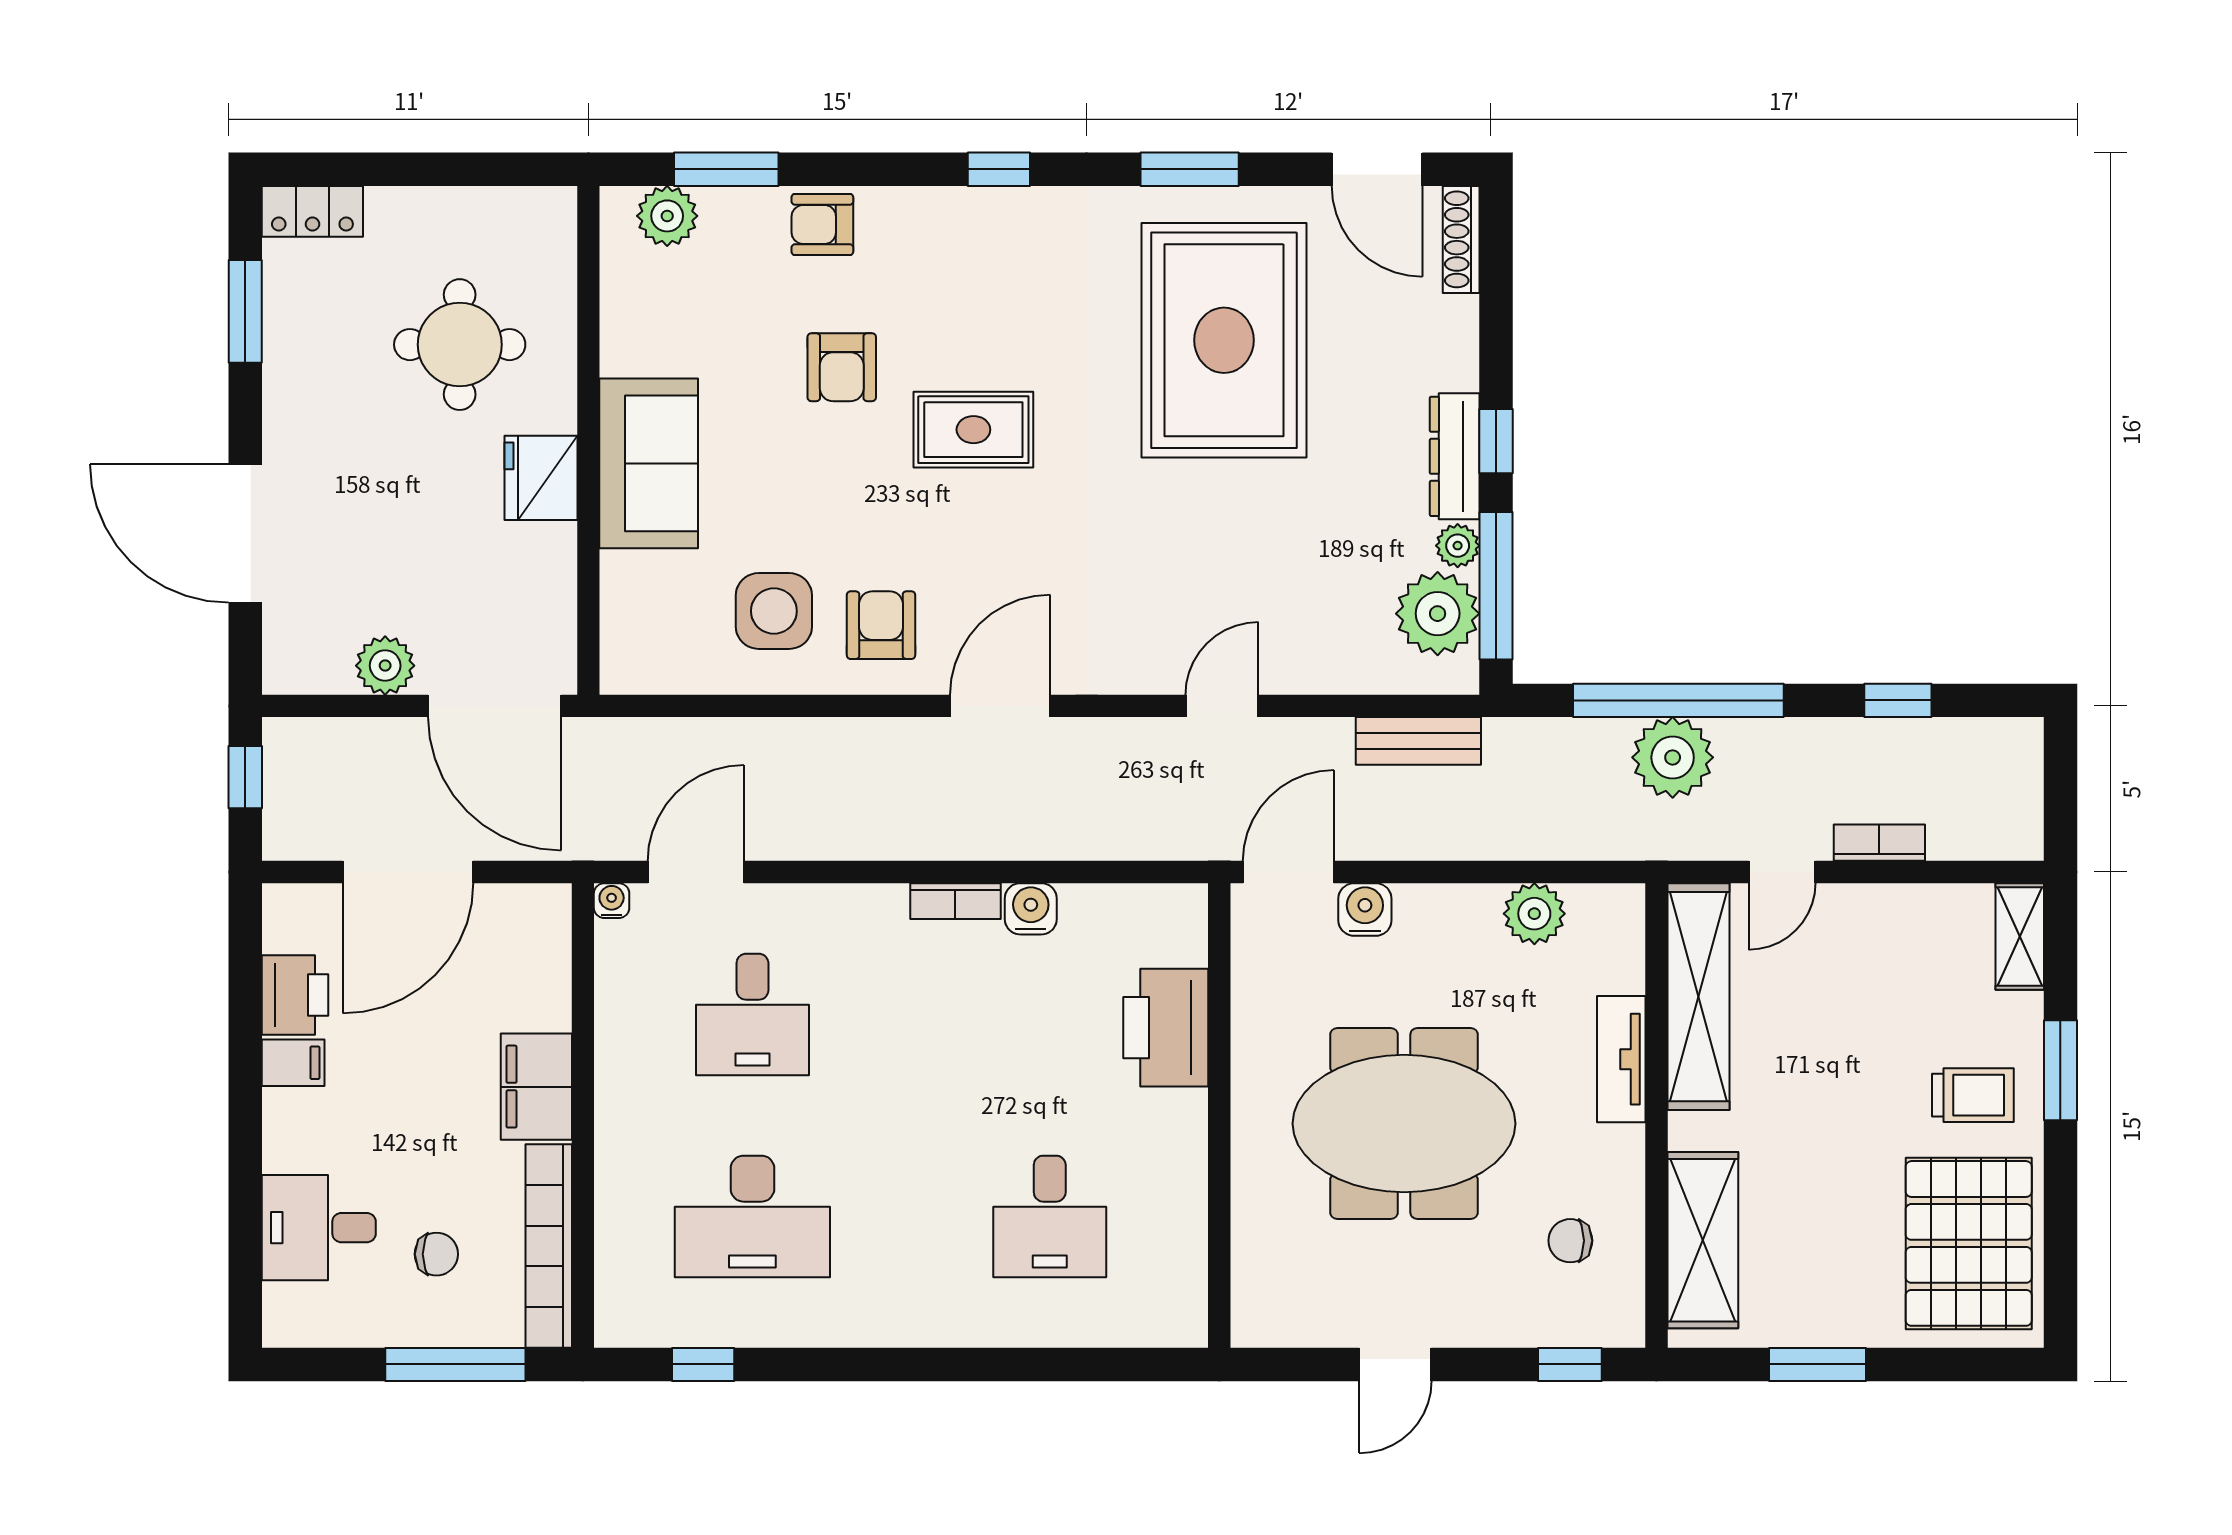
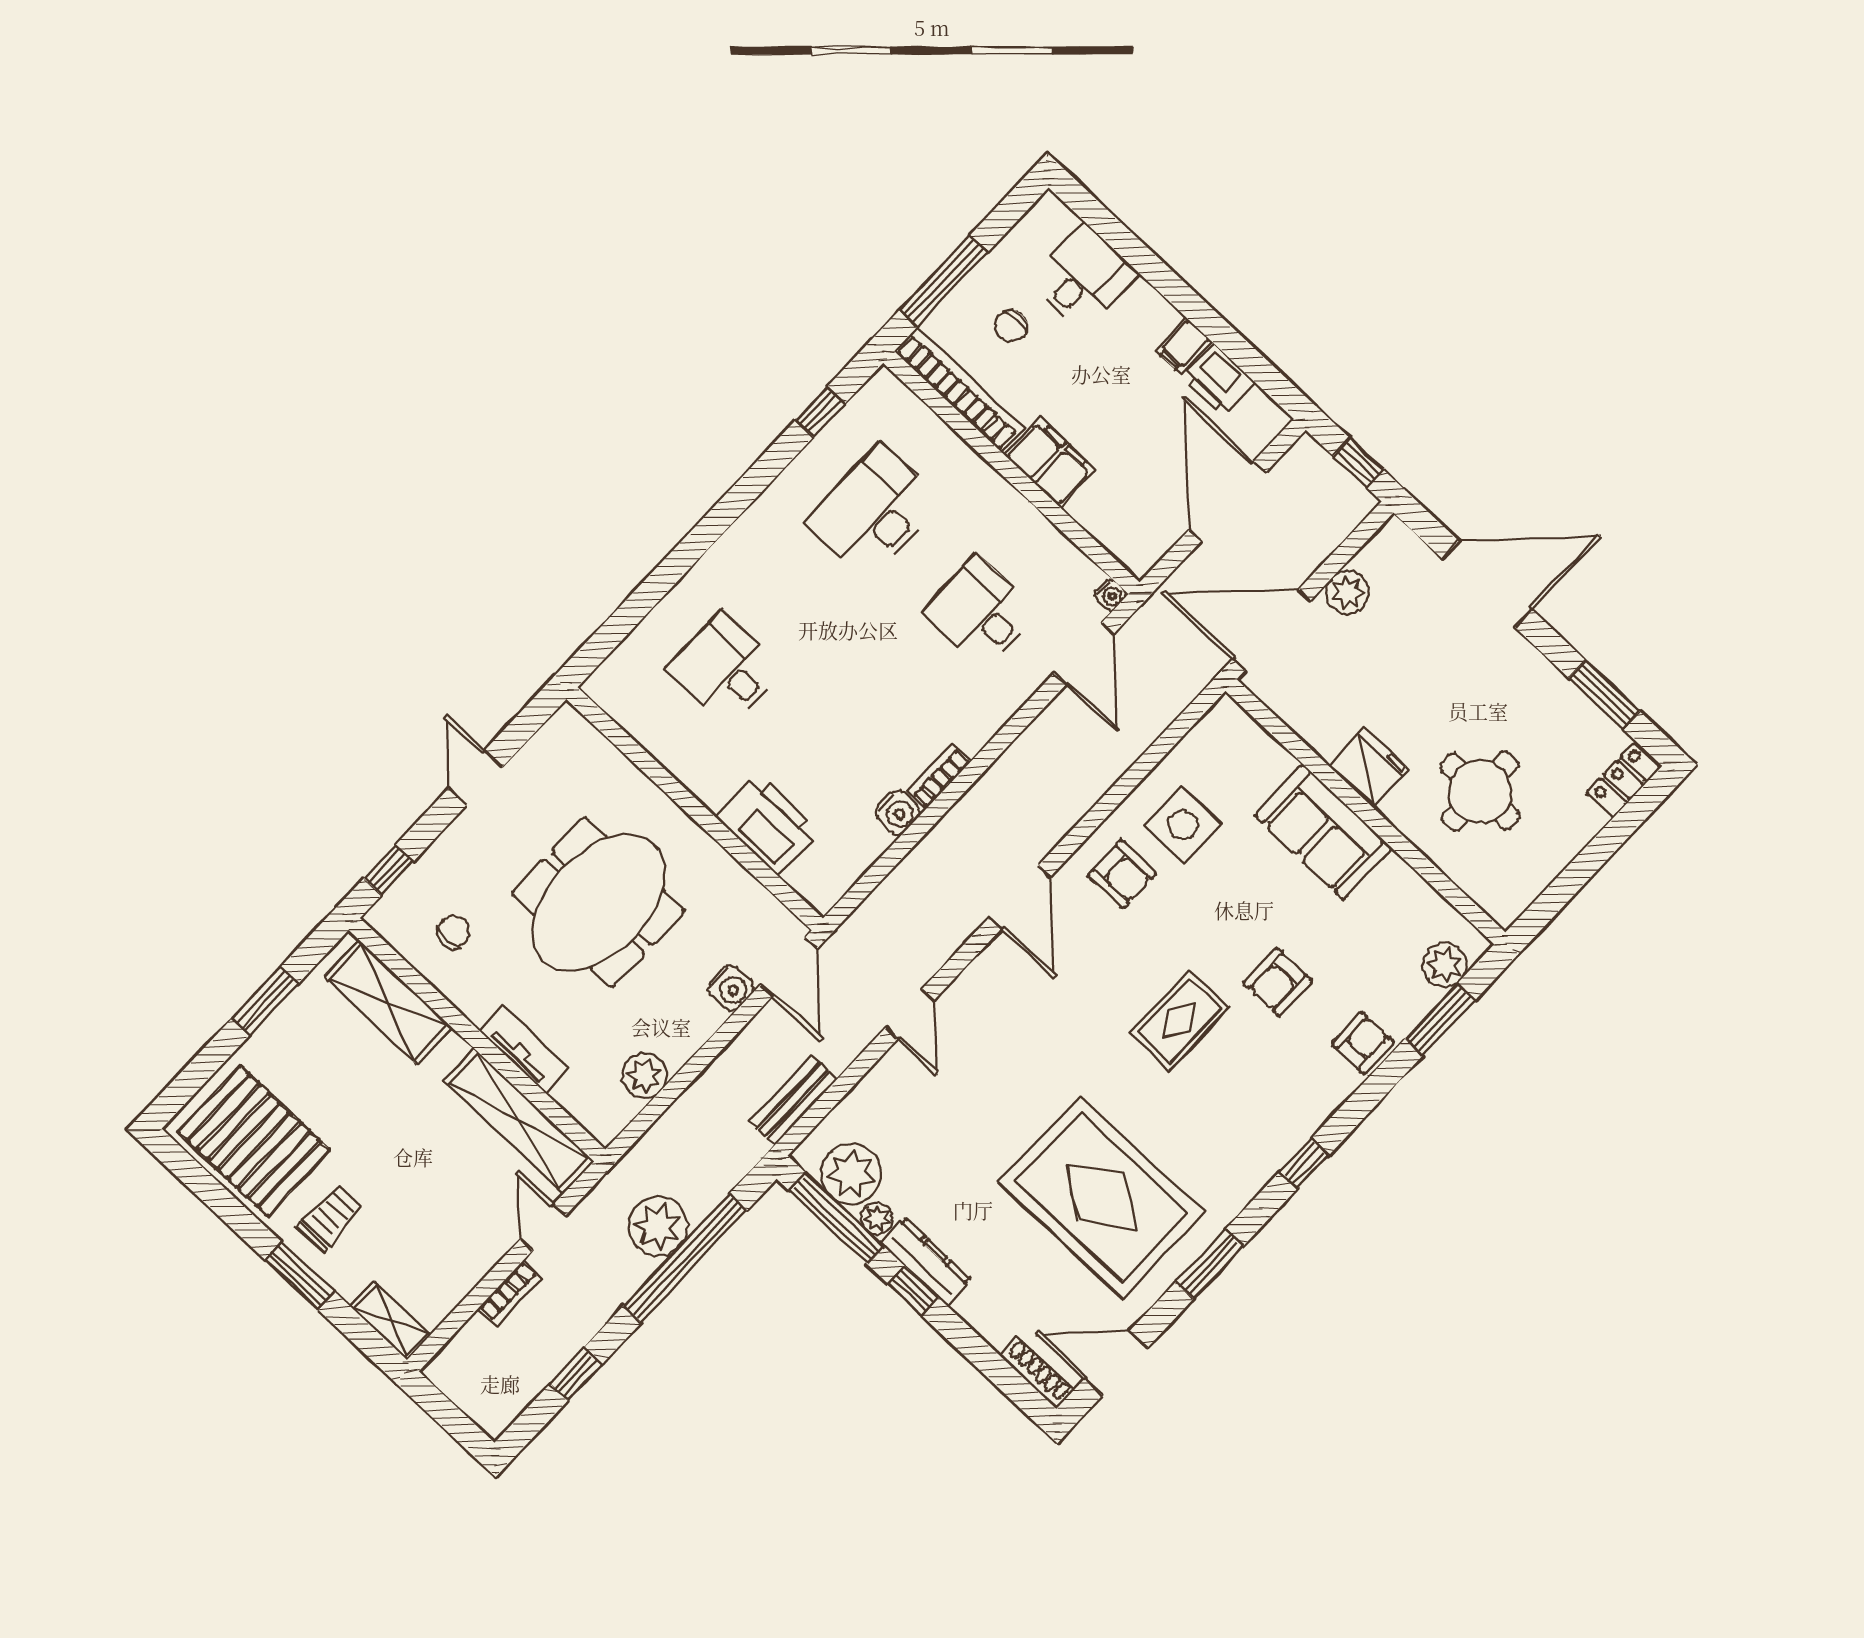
armchair: (842, 367) -> (1278, 982), turned -90
trolley: (1973, 1095) -> (330, 1217), turned 180

